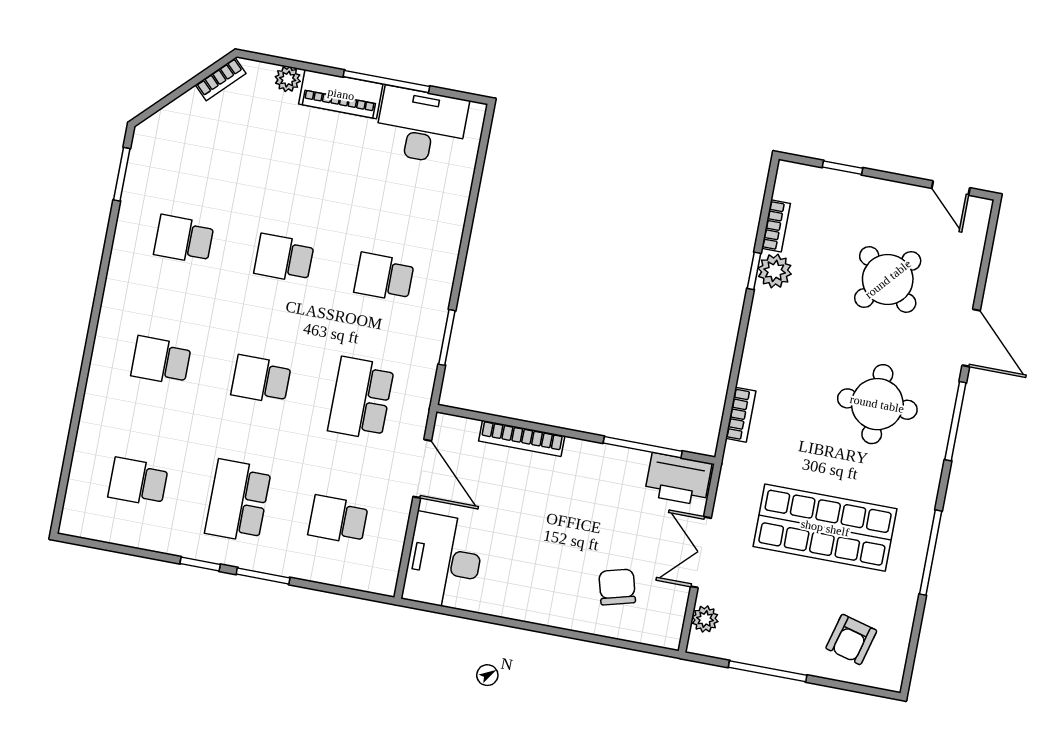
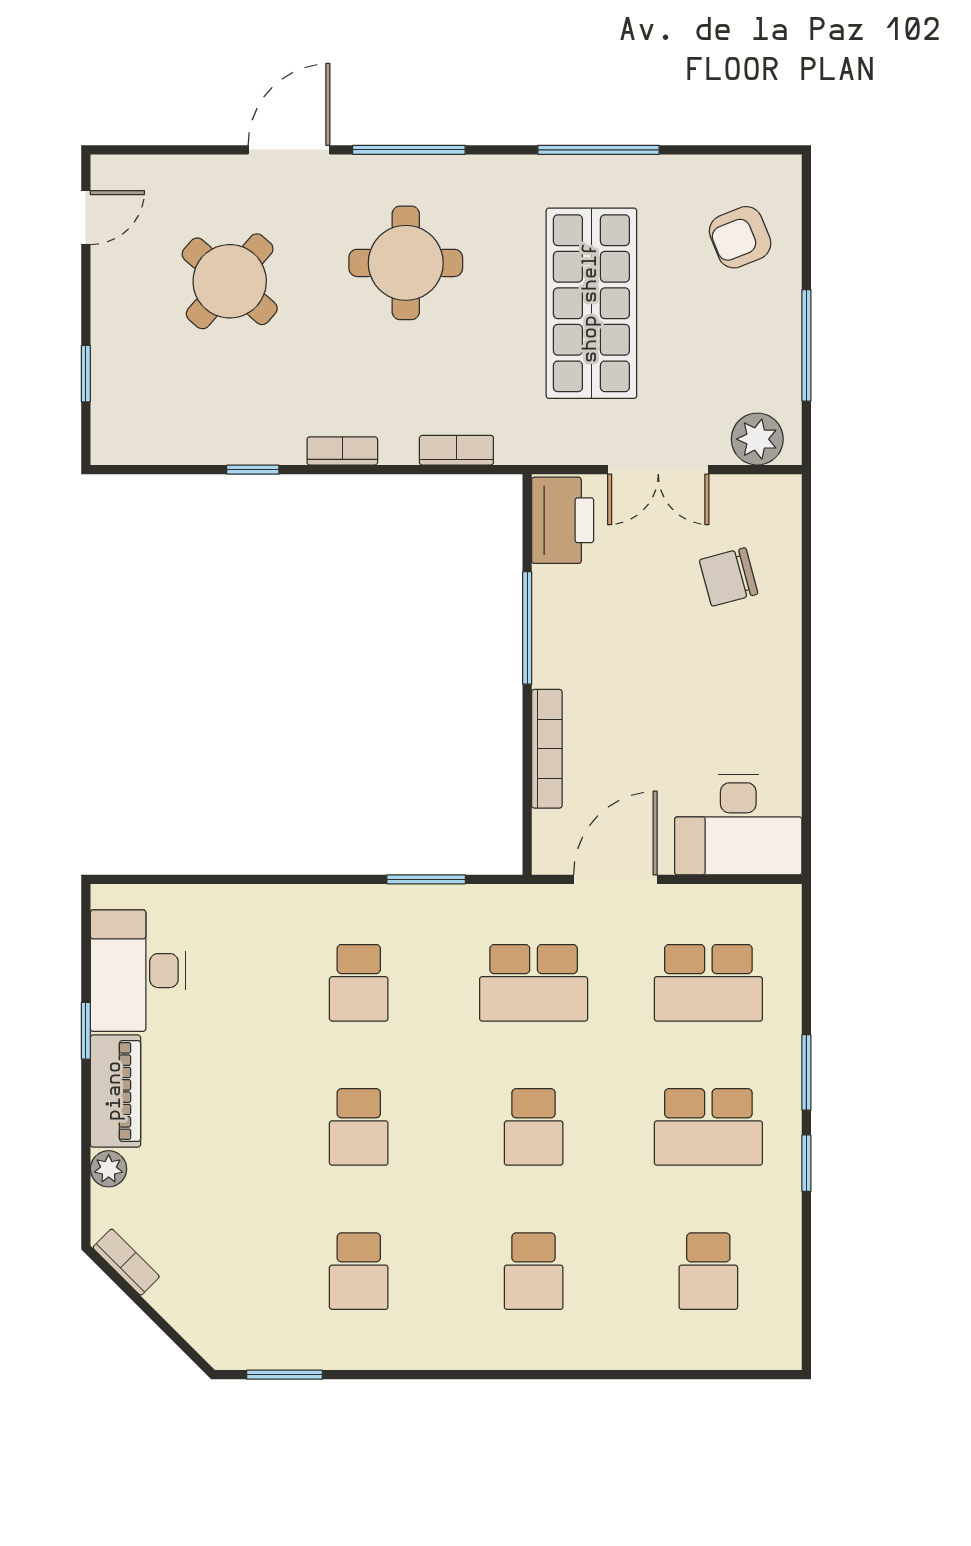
window: (386, 81) -> (86, 1031), width x0.46
bookcase: (776, 226) -> (342, 451), moved
plant: (775, 271) -> (248, 441), removed
window: (643, 447) -> (527, 628), moved
school desk: (338, 520) -> (708, 983), width x1.85
plant: (705, 619) -> (757, 439), width x1.38, depth x1.38
armchair: (851, 639) -> (740, 237), turned 143

